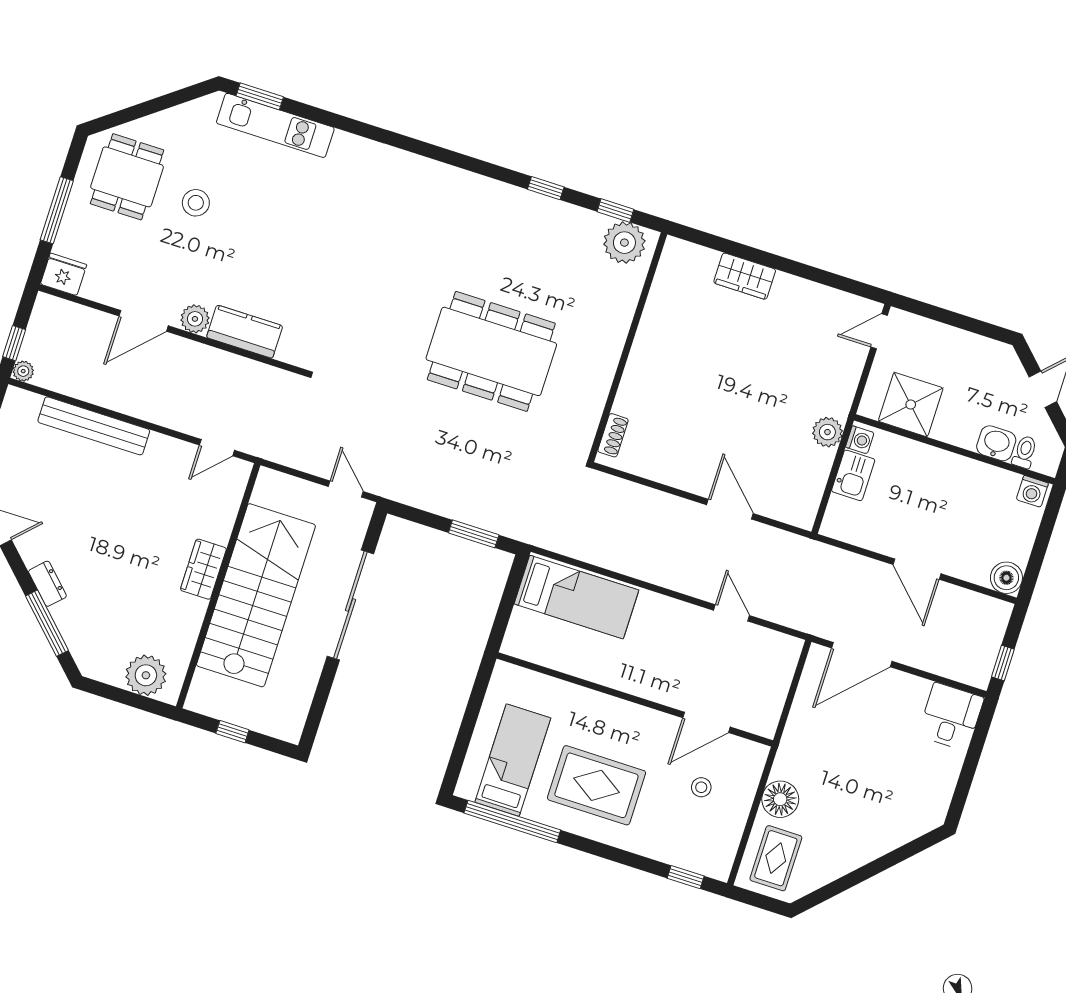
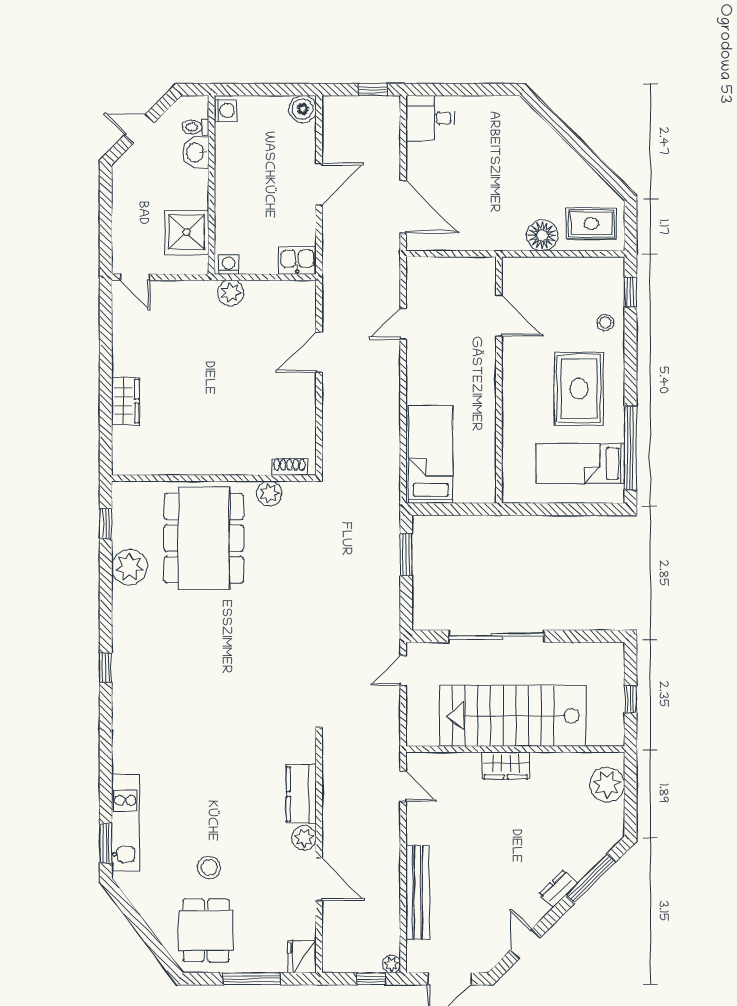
dining table: (127, 177) -> (206, 930), turned 90
window: (546, 188) -> (106, 668), moved
plant: (624, 243) -> (129, 567), moved
dining table: (491, 351) -> (204, 538), moved
plant: (590, 403) -> (269, 494), added
kitchen sink: (853, 475) -> (297, 261), moved
stool: (701, 787) -> (605, 322), moved

